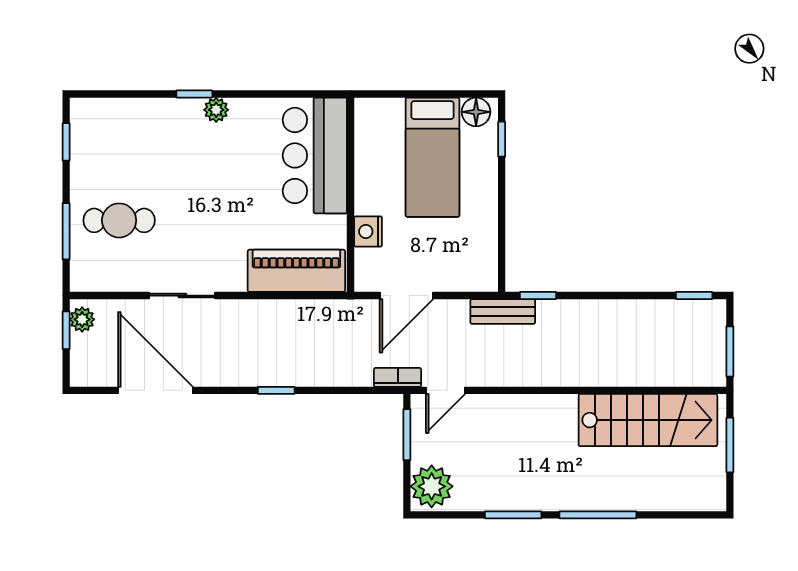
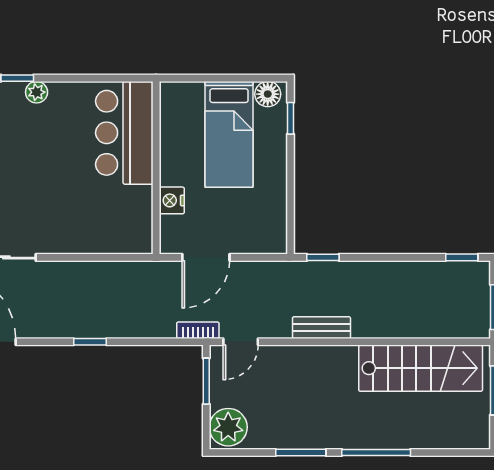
piano: (296, 271) -> (108, 235), removed
bench: (503, 311) -> (321, 328), moved

